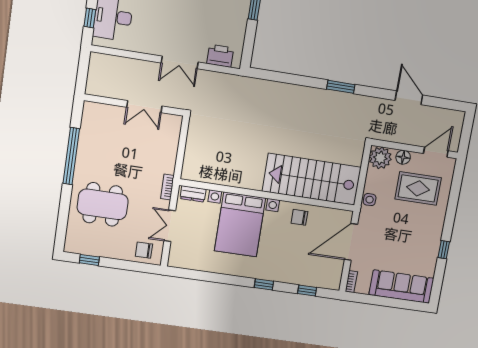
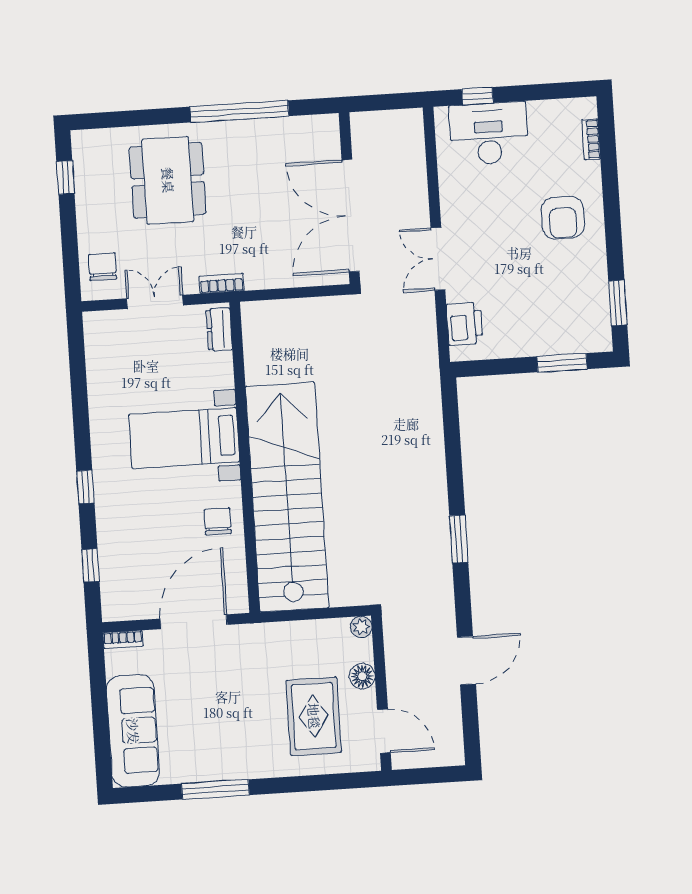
double door: (144, 107) -> (351, 216), width x1.87
plant: (380, 158) -> (361, 627), width x0.53, depth x0.53
stairs: (312, 179) -> (287, 497), width x1.36
side table: (370, 200) -> (276, 636), removed
bed with nightstands: (240, 224) -> (184, 438), width x0.73
door: (351, 242) -> (194, 622), hinge flipped
window: (444, 250) -> (215, 789), width x2.17

